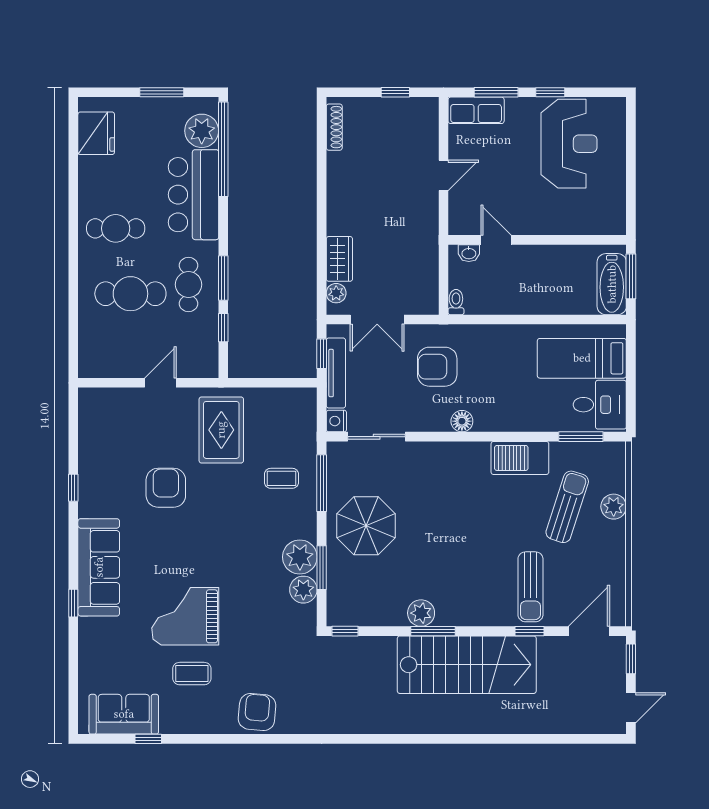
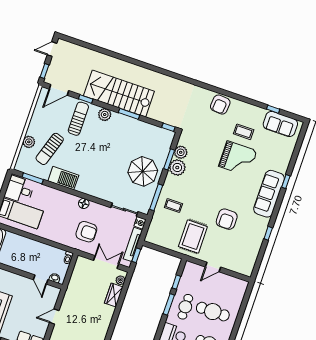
plant: (421, 613) -> (105, 115), moved

